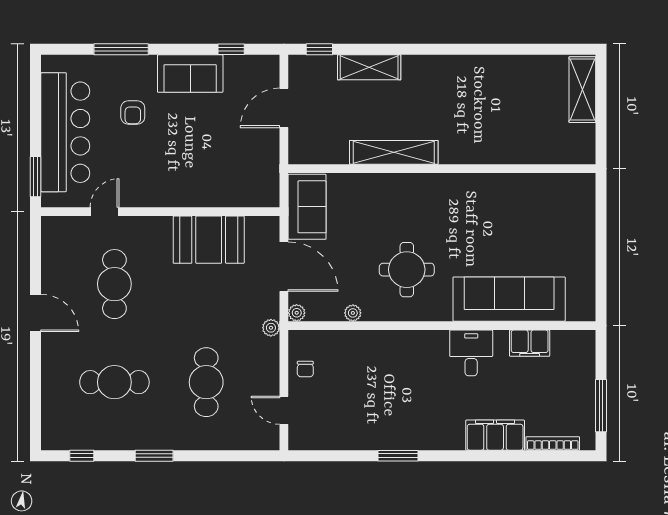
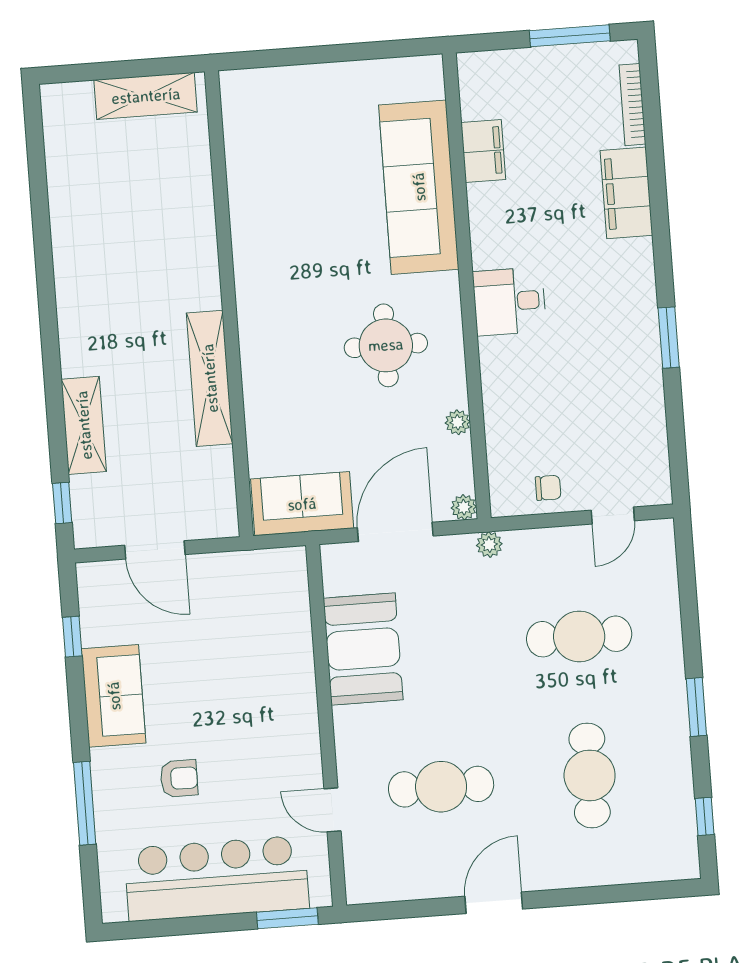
shelving: (582, 90) -> (146, 96), moved
desk: (471, 353) -> (509, 301), moved

